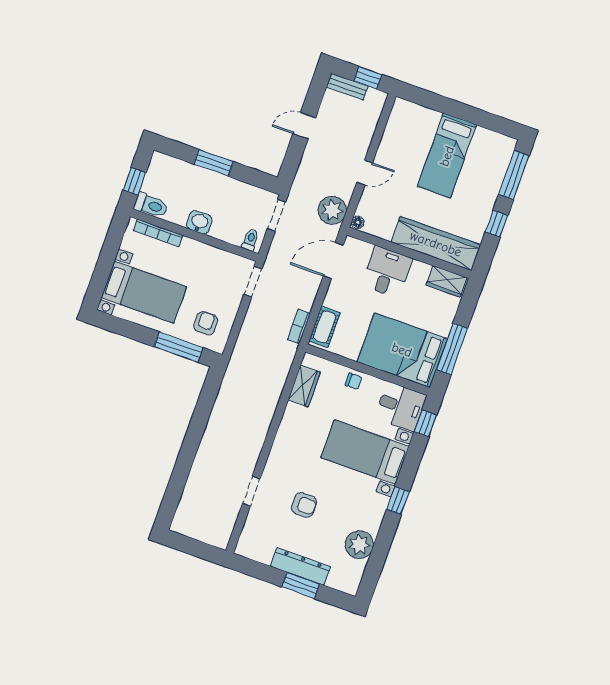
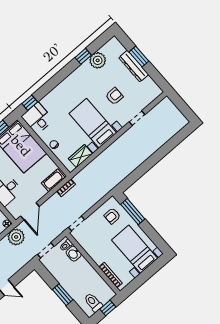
toilet: (151, 205) -> (93, 302), moved
washbasin: (199, 222) -> (74, 254), moved
door: (333, 261) -> (30, 211), hinge flipped
bed with nightstands: (365, 452) -> (93, 123), moved, turned 180
window: (398, 500) -> (83, 56), moved
armchair: (304, 505) -> (114, 96), turned 90

